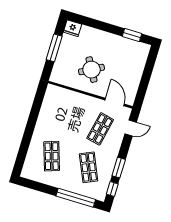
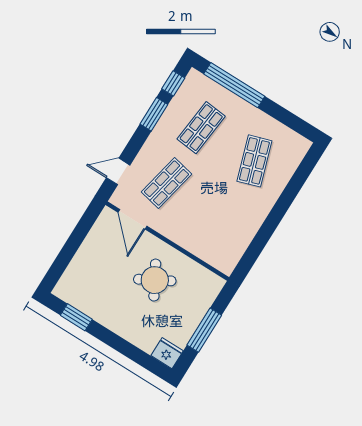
shop shelf: (89, 167) -> (201, 128), turned 30

